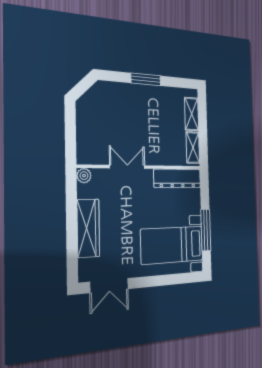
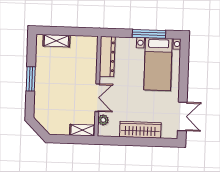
shelving: (193, 148) -> (82, 130), moved
double door: (127, 167) -> (97, 98), swing flipped
plant: (84, 176) -> (103, 120), moved

